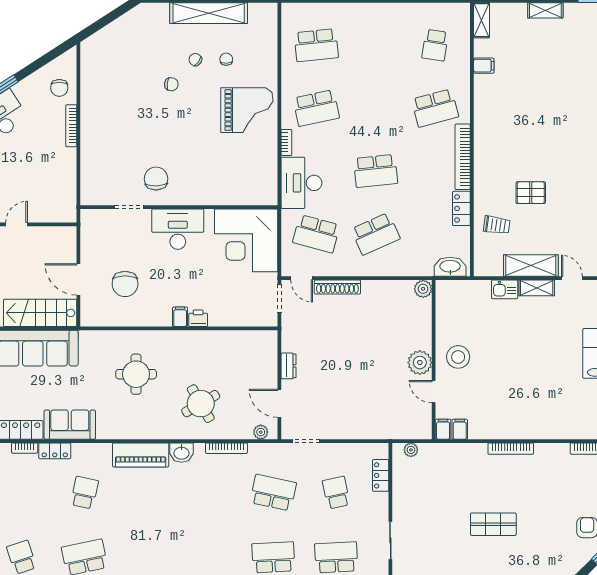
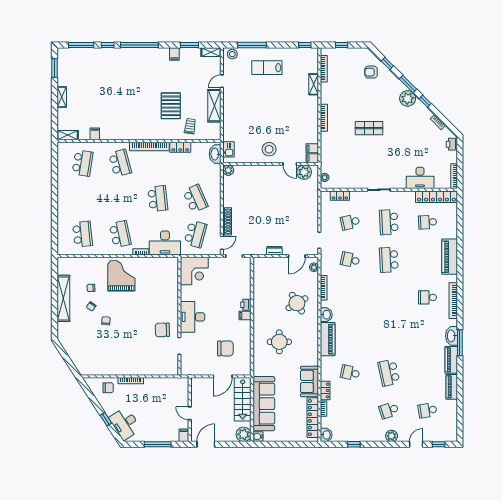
school desk: (435, 45) -> (83, 163), width x1.85
pallet: (531, 193) -> (171, 106), width x1.50, depth x1.42
corner desk: (246, 240) -> (194, 271), width x0.74, depth x0.74
shelving: (537, 288) -> (314, 84), moved
kitchen sink: (505, 289) -> (229, 149), moved
plant: (420, 363) -> (304, 172), moved
door: (434, 392) -> (290, 164), hinge flipped
school desk: (273, 493) -> (350, 260), width x0.54
shop shelf: (493, 524) -> (369, 128), turned 90

